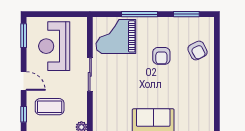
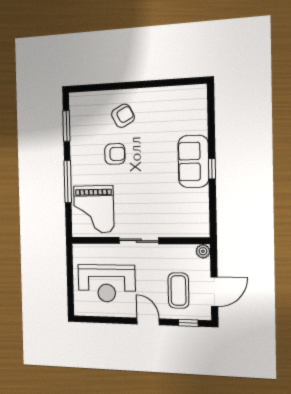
window: (24, 36) -> (95, 319), removed
armchair: (198, 51) -> (123, 116), moved
door: (24, 81) -> (148, 321), hinge flipped

